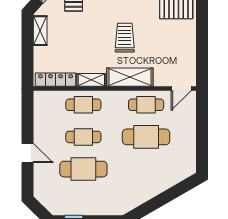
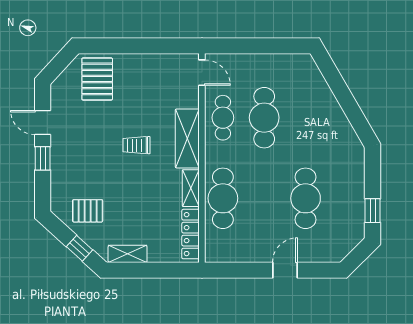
trolley: (125, 38) -> (136, 145), width x0.73, depth x0.72
cafe table: (83, 105) -> (223, 198), width x1.37, depth x1.35
cafe table: (83, 137) -> (264, 198), removed

